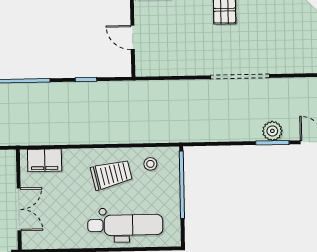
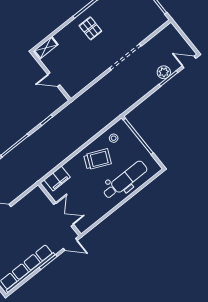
trolley: (111, 174) -> (98, 159), turned 37

